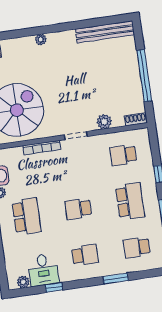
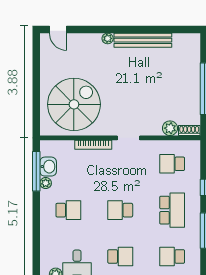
bench: (105, 32) -> (143, 40), moved
plant: (104, 122) -> (170, 128), moved
school desk: (27, 216) -> (68, 210), width x0.54

